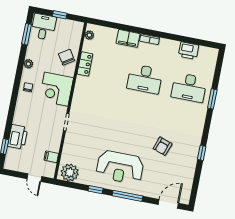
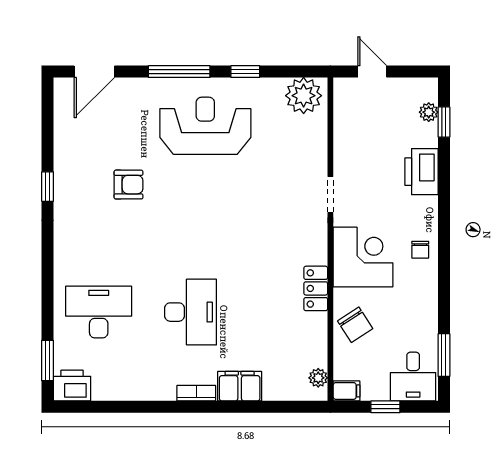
printer: (189, 51) -> (72, 386), moved
plant: (28, 64) -> (429, 112), moved
locker: (85, 64) -> (316, 288), moved
desk: (145, 79) -> (191, 312), turned 90
window: (212, 99) -> (48, 361), moved
printer: (18, 137) -> (421, 172), moved
armchair: (163, 146) -> (129, 185), turned 71
filing cabinet: (51, 157) -> (347, 391), moved

